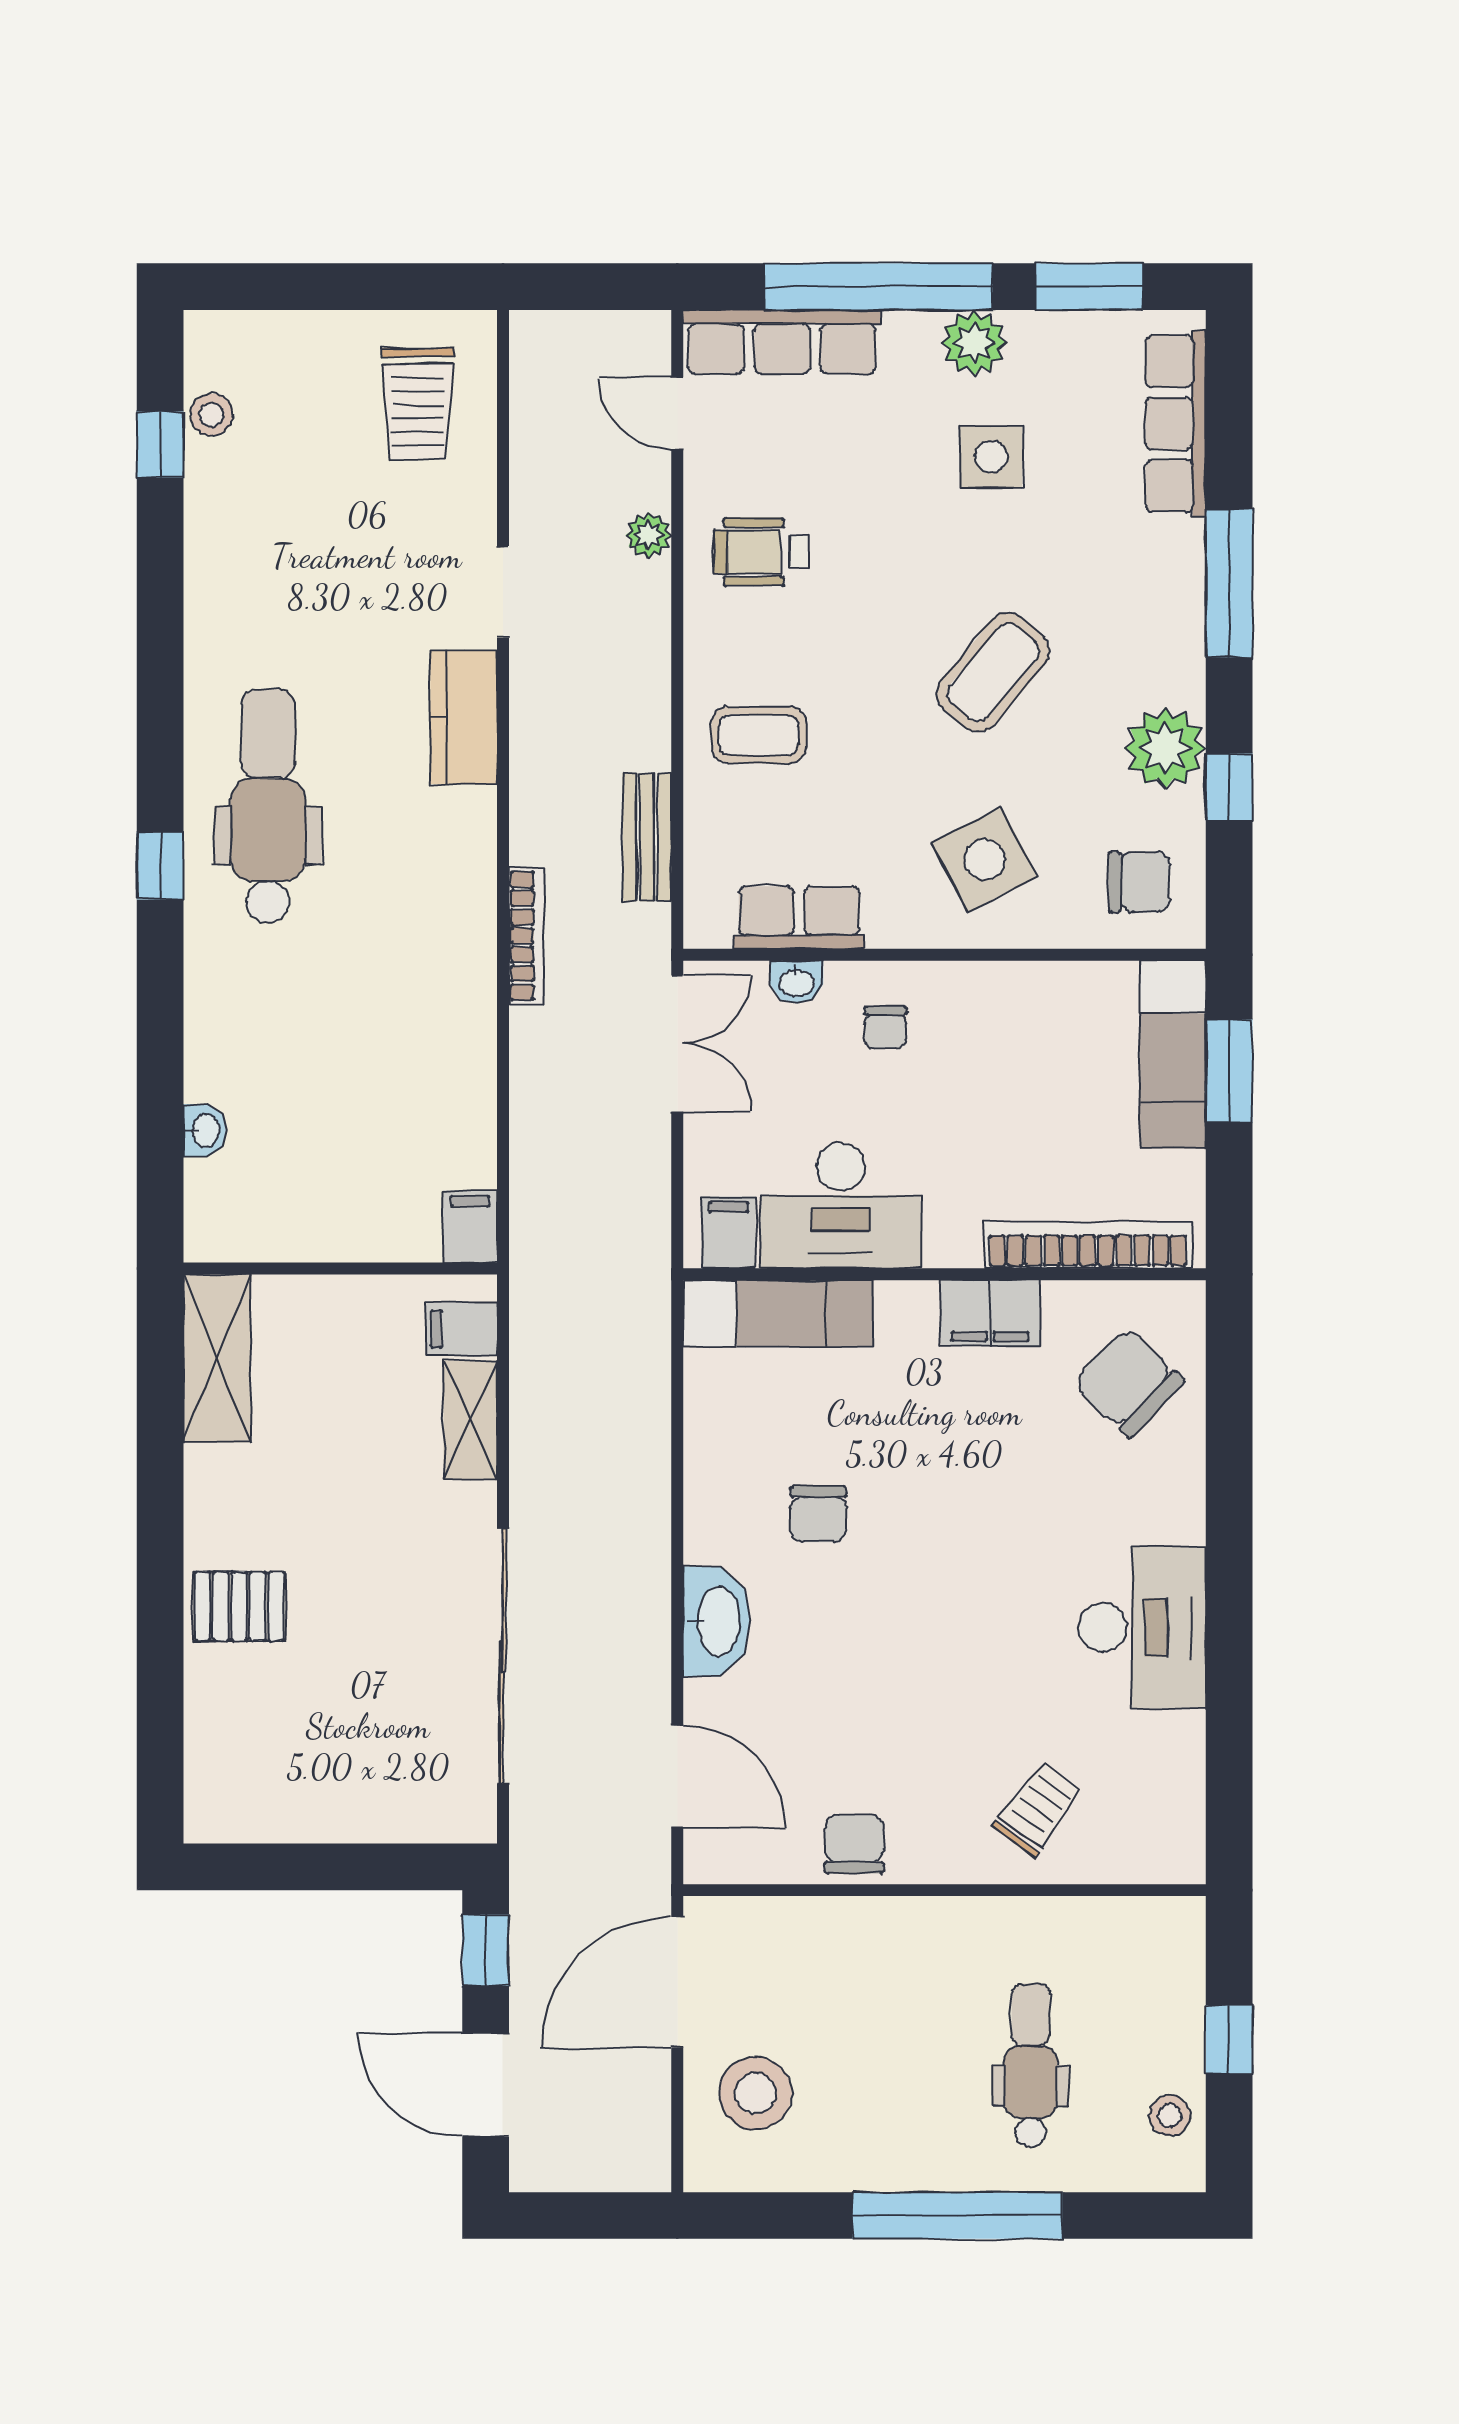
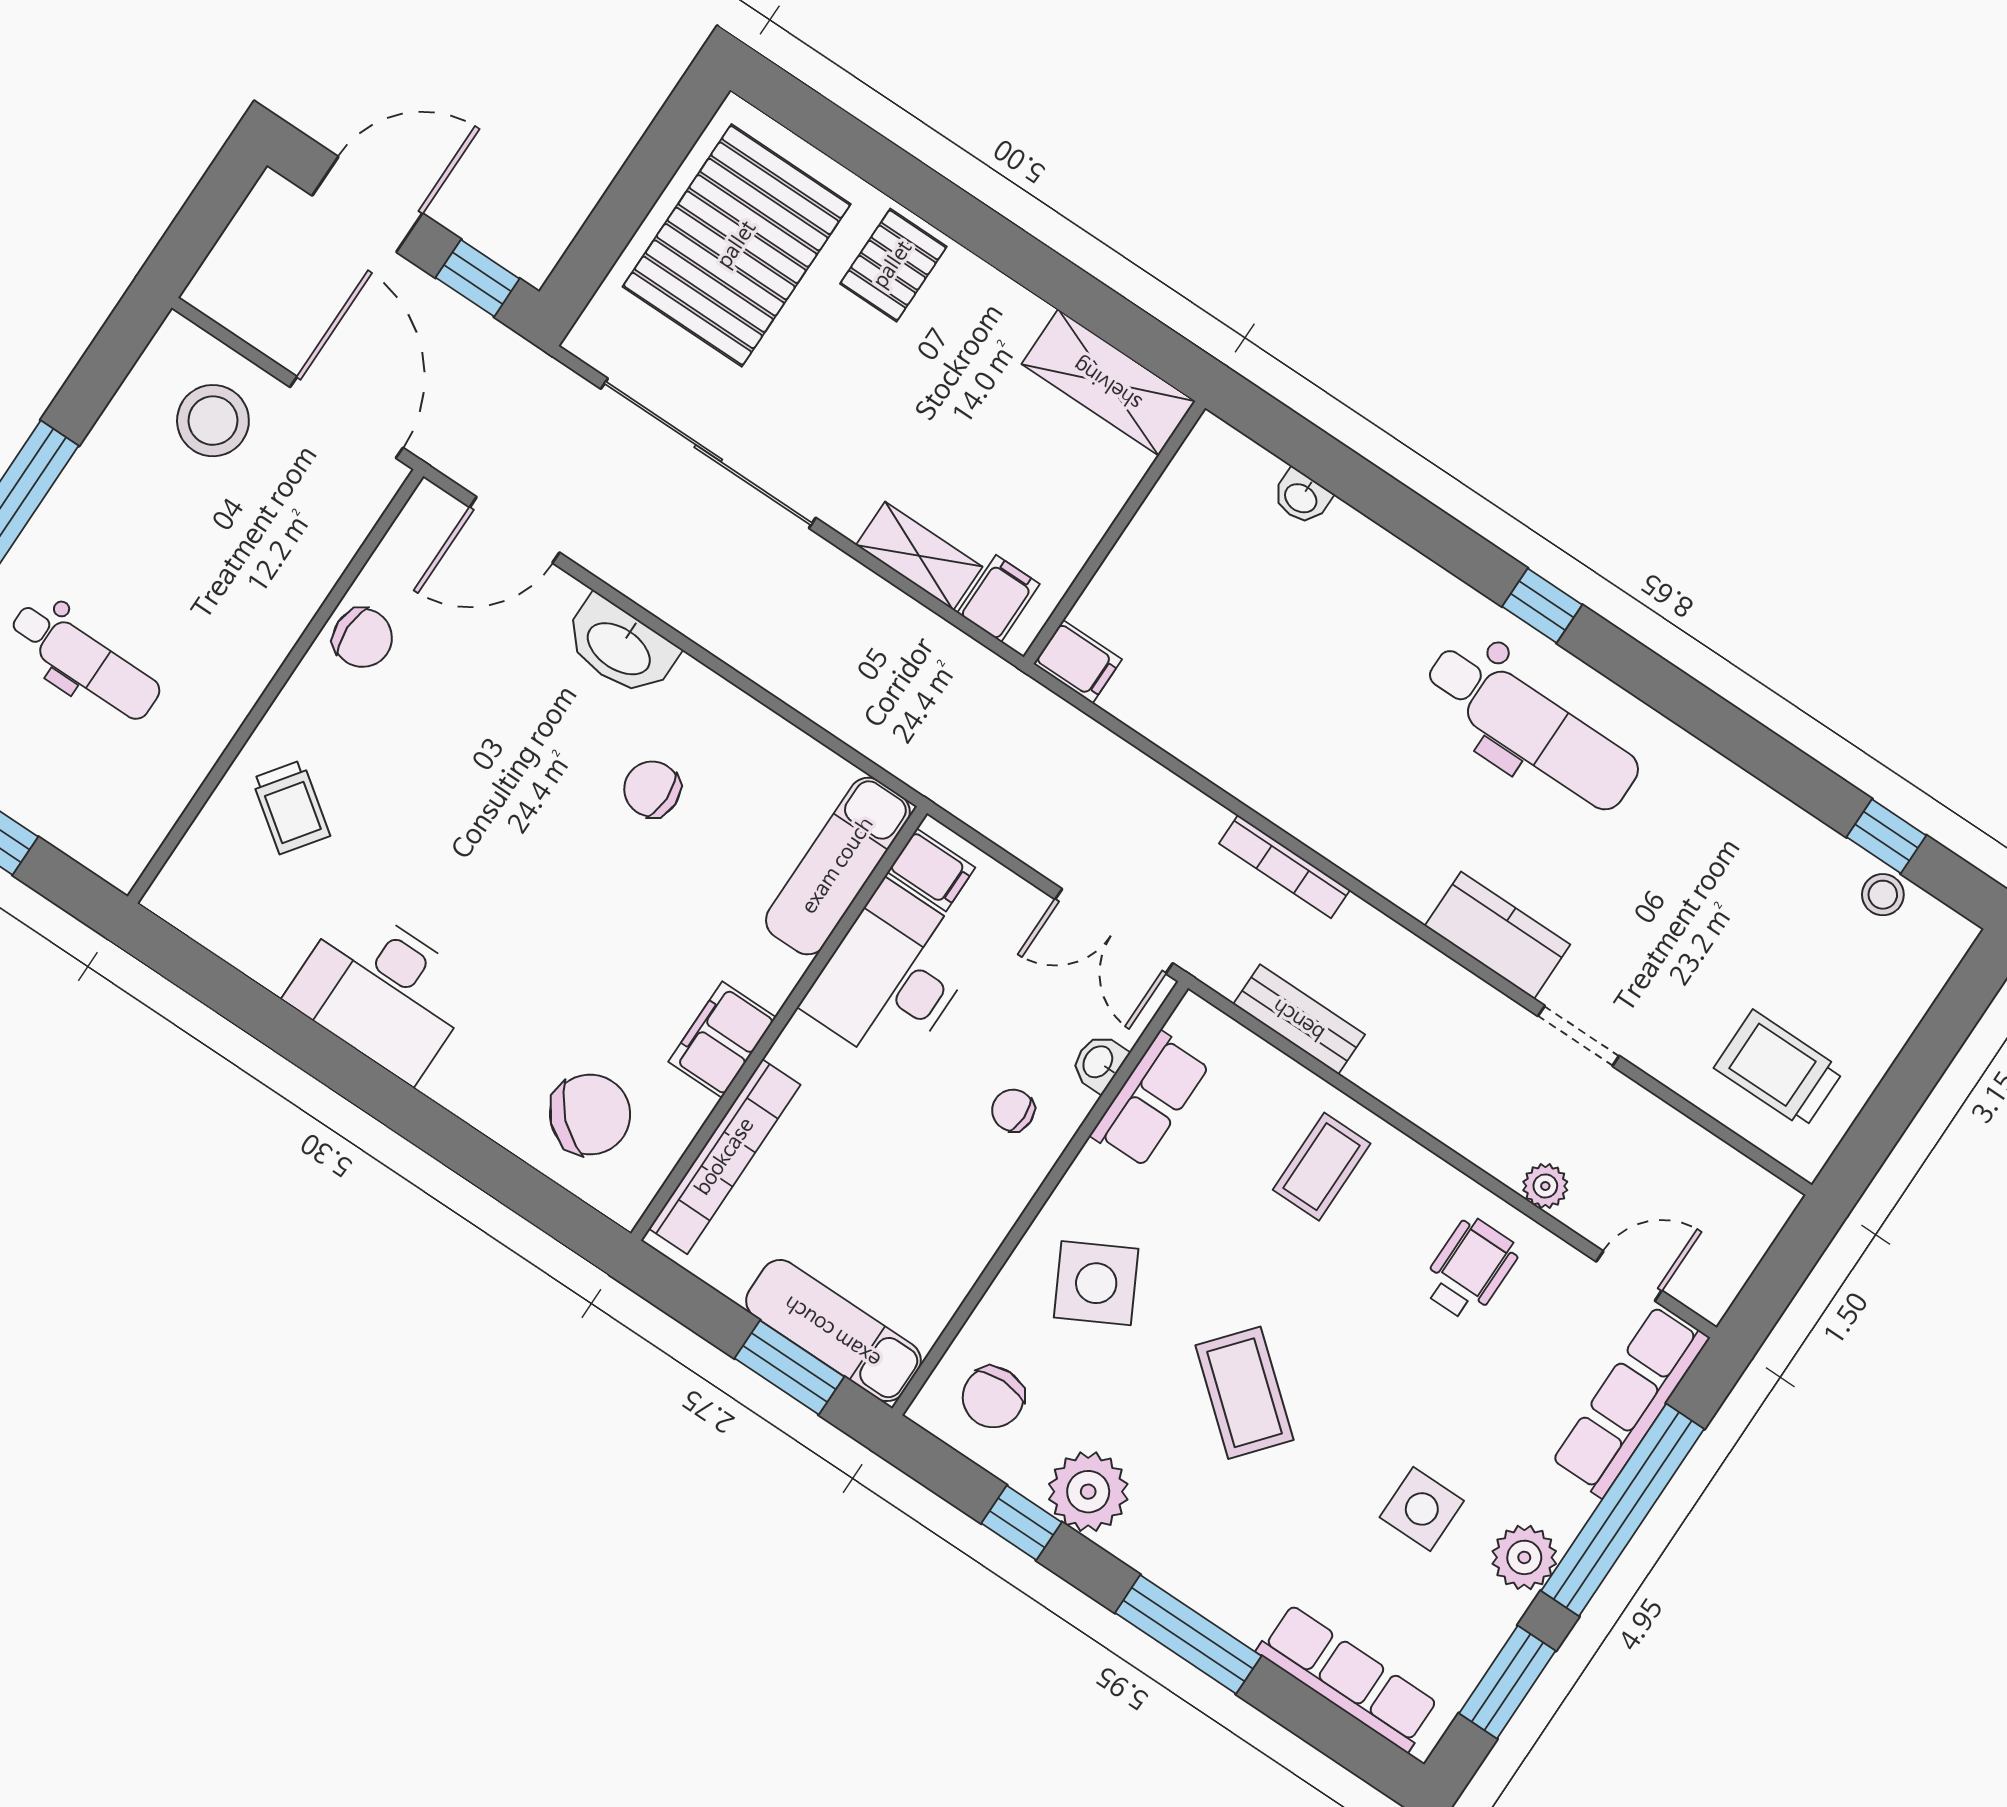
pallet: (311, 1750) -> (737, 245), added

